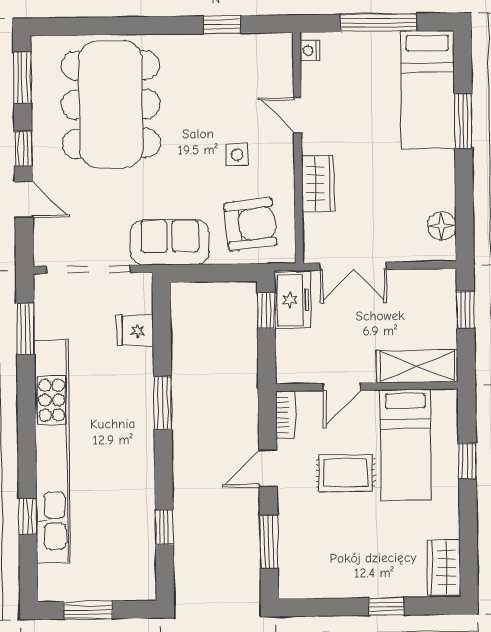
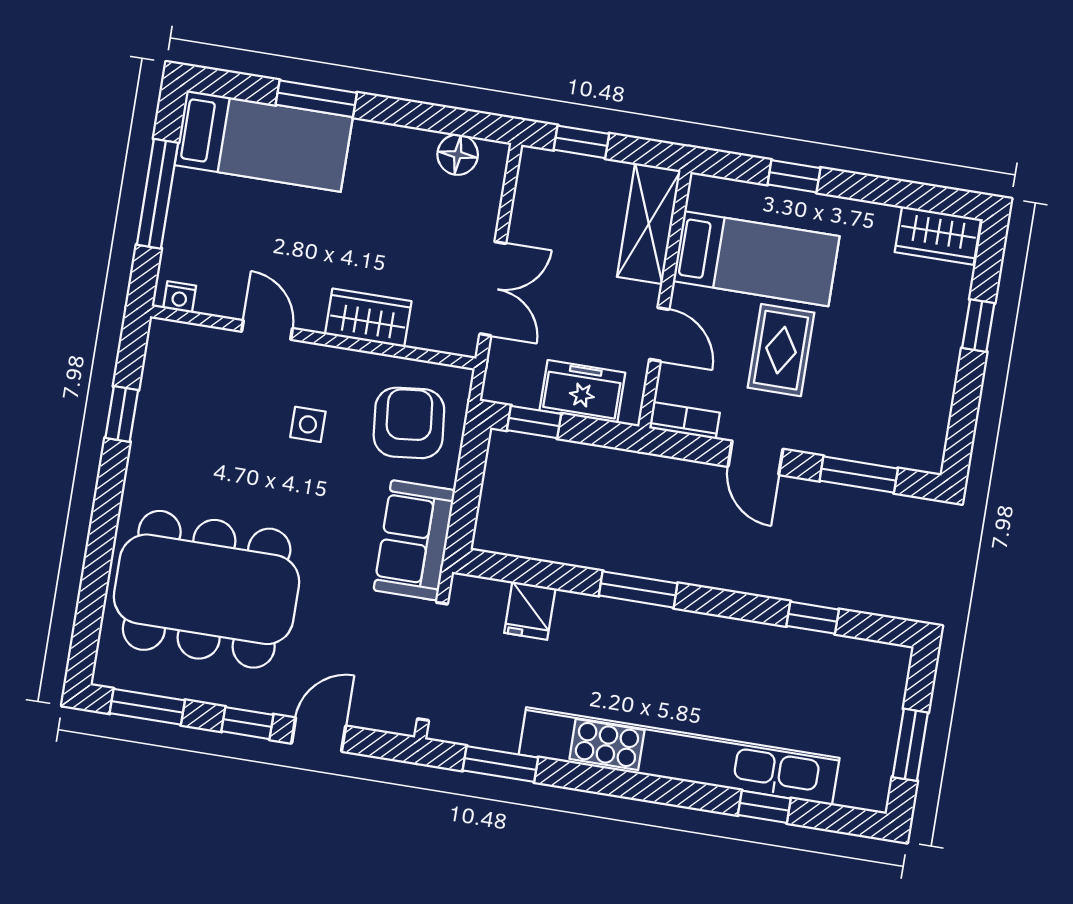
door: (297, 115) -> (267, 330), swing flipped
freezer: (292, 300) -> (582, 392), moved

